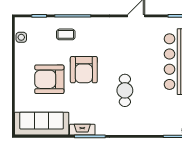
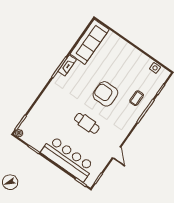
armchair: (49, 79) -> (115, 67), removed
cafe table: (125, 90) -> (87, 123), moved

